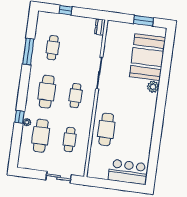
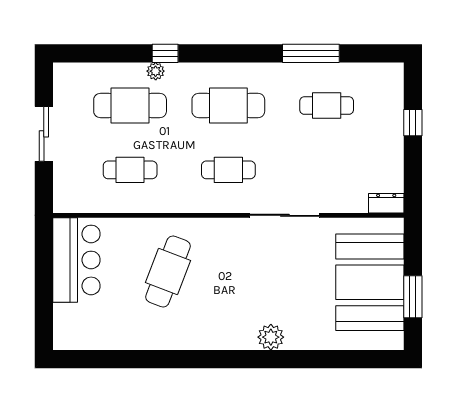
booth: (147, 57) -> (370, 282), moved, turned 90
cafe table: (106, 129) -> (168, 271), moved, turned -69
bar counter: (128, 172) -> (76, 260), moved
sliding door: (59, 177) -> (44, 134), moved

